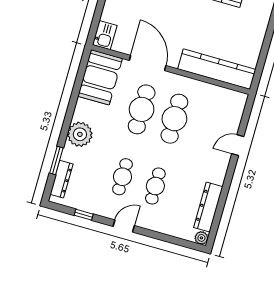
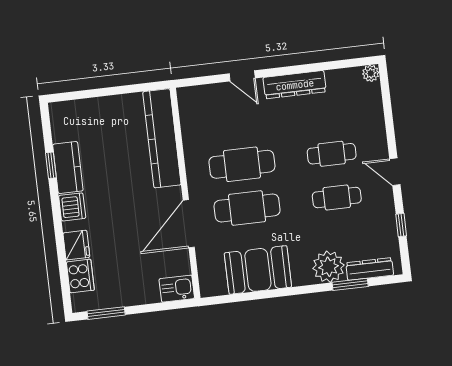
booth: (100, 77) -> (258, 270), moved
plant: (80, 134) -> (328, 267), moved
dresser: (208, 207) -> (295, 85), moved

